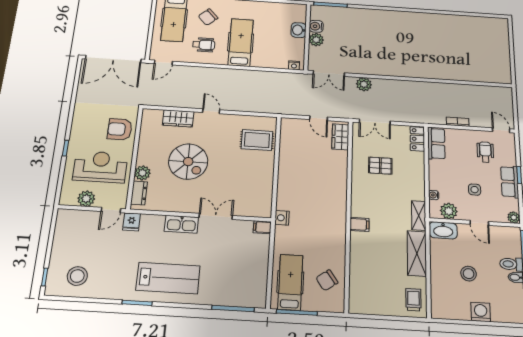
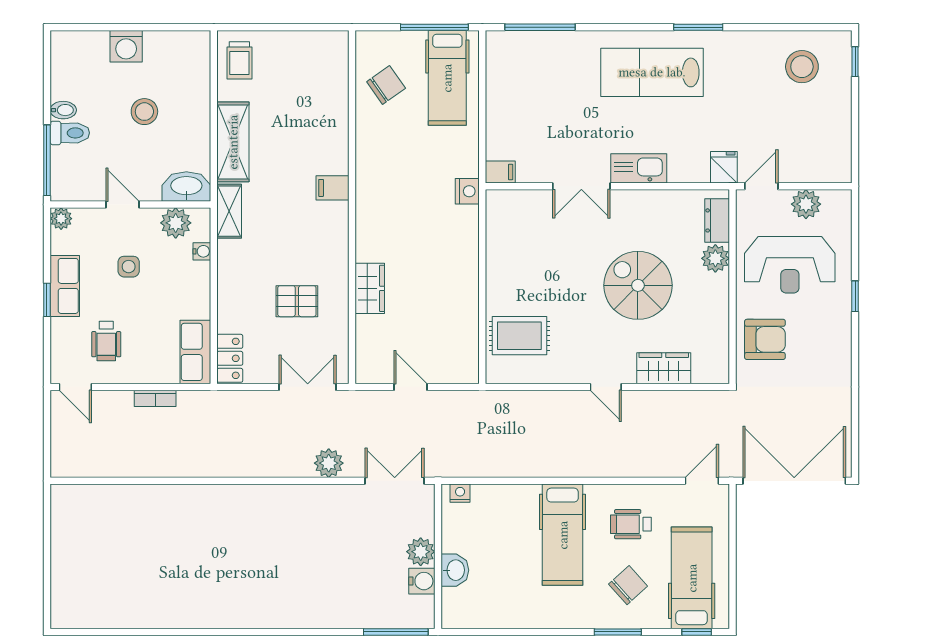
wardrobe: (340, 137) -> (370, 288), moved

